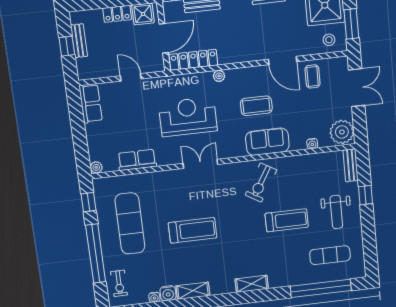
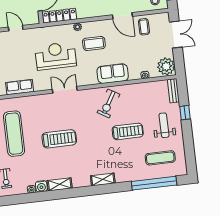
coffee table: (256, 106) -> (94, 43), moved
weight bench: (336, 212) -> (164, 125), turned 180

